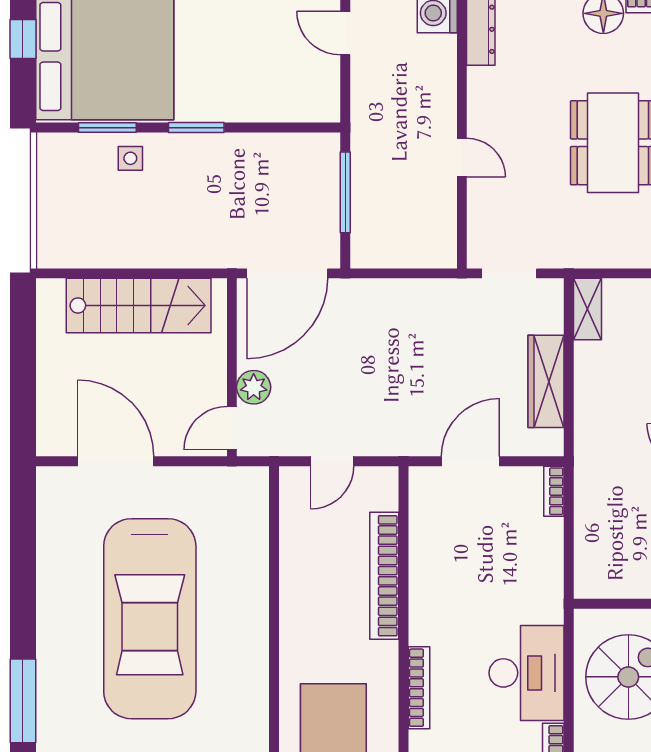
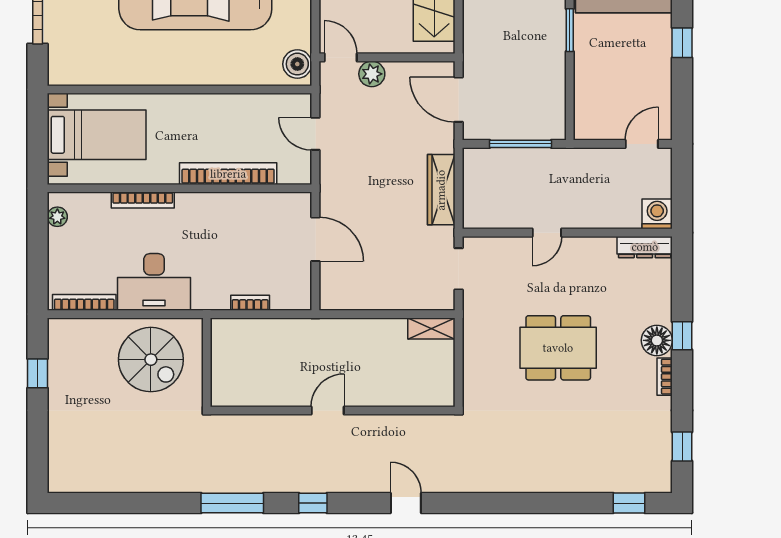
door: (287, 273) -> (459, 100), width x0.73
wardrobe: (546, 381) -> (441, 190), moved, turned -90
boiler: (241, 485) -> (297, 64), added
bookcase: (554, 491) -> (250, 303), moved

